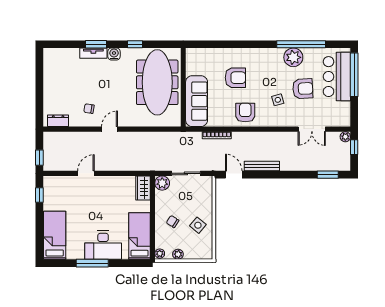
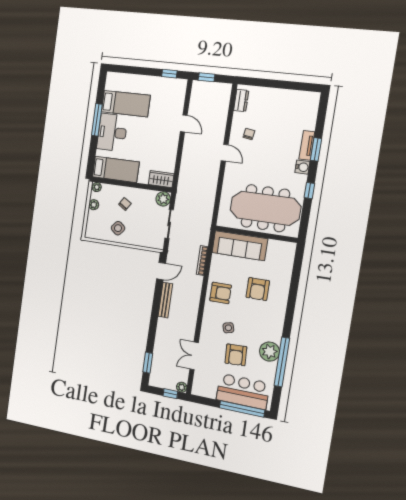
bed: (55, 235) -> (126, 104), moved

